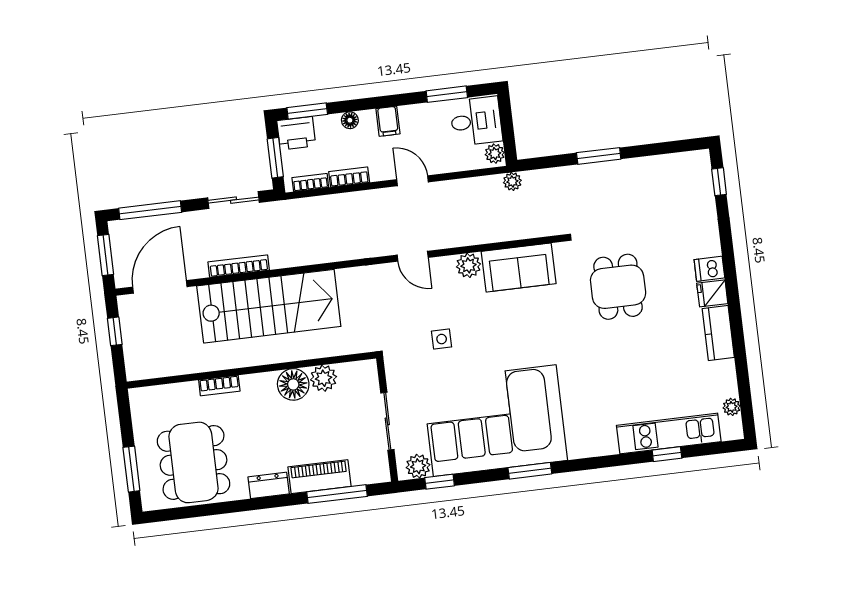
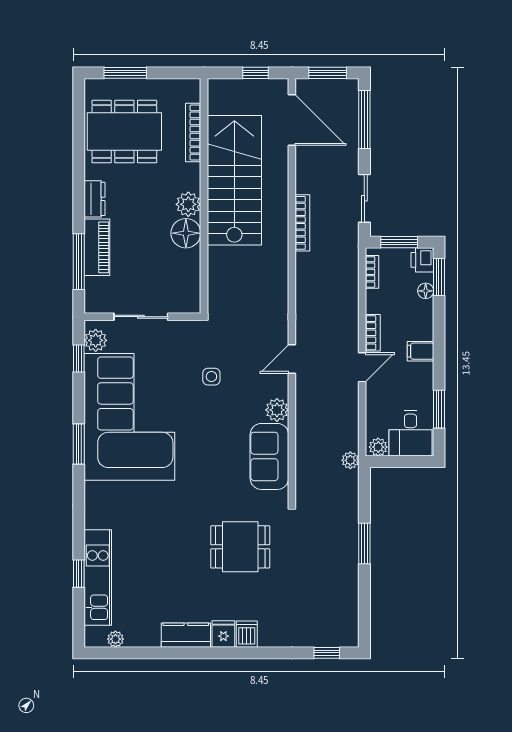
floor lamp: (350, 120) -> (426, 291), moved
printer: (296, 133) -> (422, 260), width x0.73, depth x0.81
bookcase: (349, 177) -> (373, 333), moved
bookcase: (239, 266) -> (302, 223), moved
stairs: (269, 306) -> (234, 180), moved, turned 180
plant: (324, 378) -> (188, 204), moved
bookcase: (219, 386) -> (193, 133), moved, width x1.56

